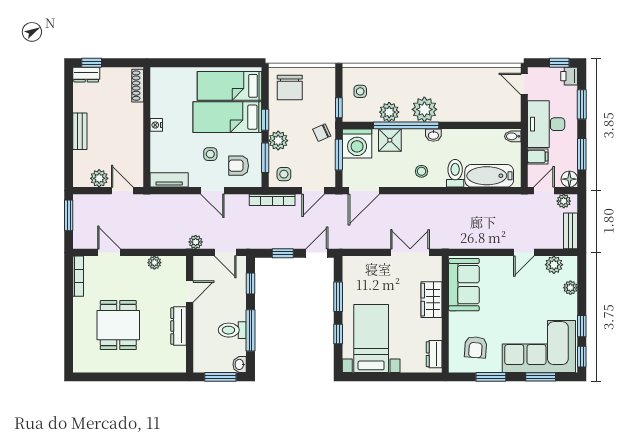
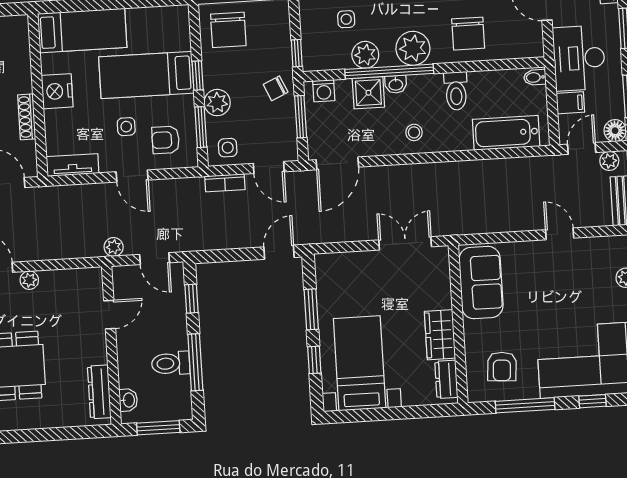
shoe rack: (138, 86) -> (27, 117), moved
bed: (230, 86) -> (82, 30), moved, turned 180
side table: (360, 91) -> (346, 19), moved
chair: (466, 101) -> (468, 34), added
nightstand: (156, 125) -> (57, 91), width x1.89, depth x1.79
washbasin: (433, 135) -> (396, 84), moved
washing machine: (357, 143) -> (324, 91), width x0.53, depth x0.53
toilet: (455, 173) -> (456, 91), moved, turned 180
door: (313, 191) -> (269, 168), hinge flipped
bookcase: (272, 200) -> (225, 183), width x0.64
door: (524, 252) -> (560, 234), swing flipped
window: (283, 253) -> (233, 255), removed
plant: (154, 263) -> (29, 280), moved
plant: (554, 265) -> (601, 248), removed
wardrobe: (431, 300) -> (440, 335), moved
dresser: (179, 326) -> (99, 392), moved
washbasin: (240, 364) -> (128, 400), moved, turned 180
window: (491, 377) -> (525, 405), width x1.44
window: (541, 377) -> (592, 401), width x0.67

